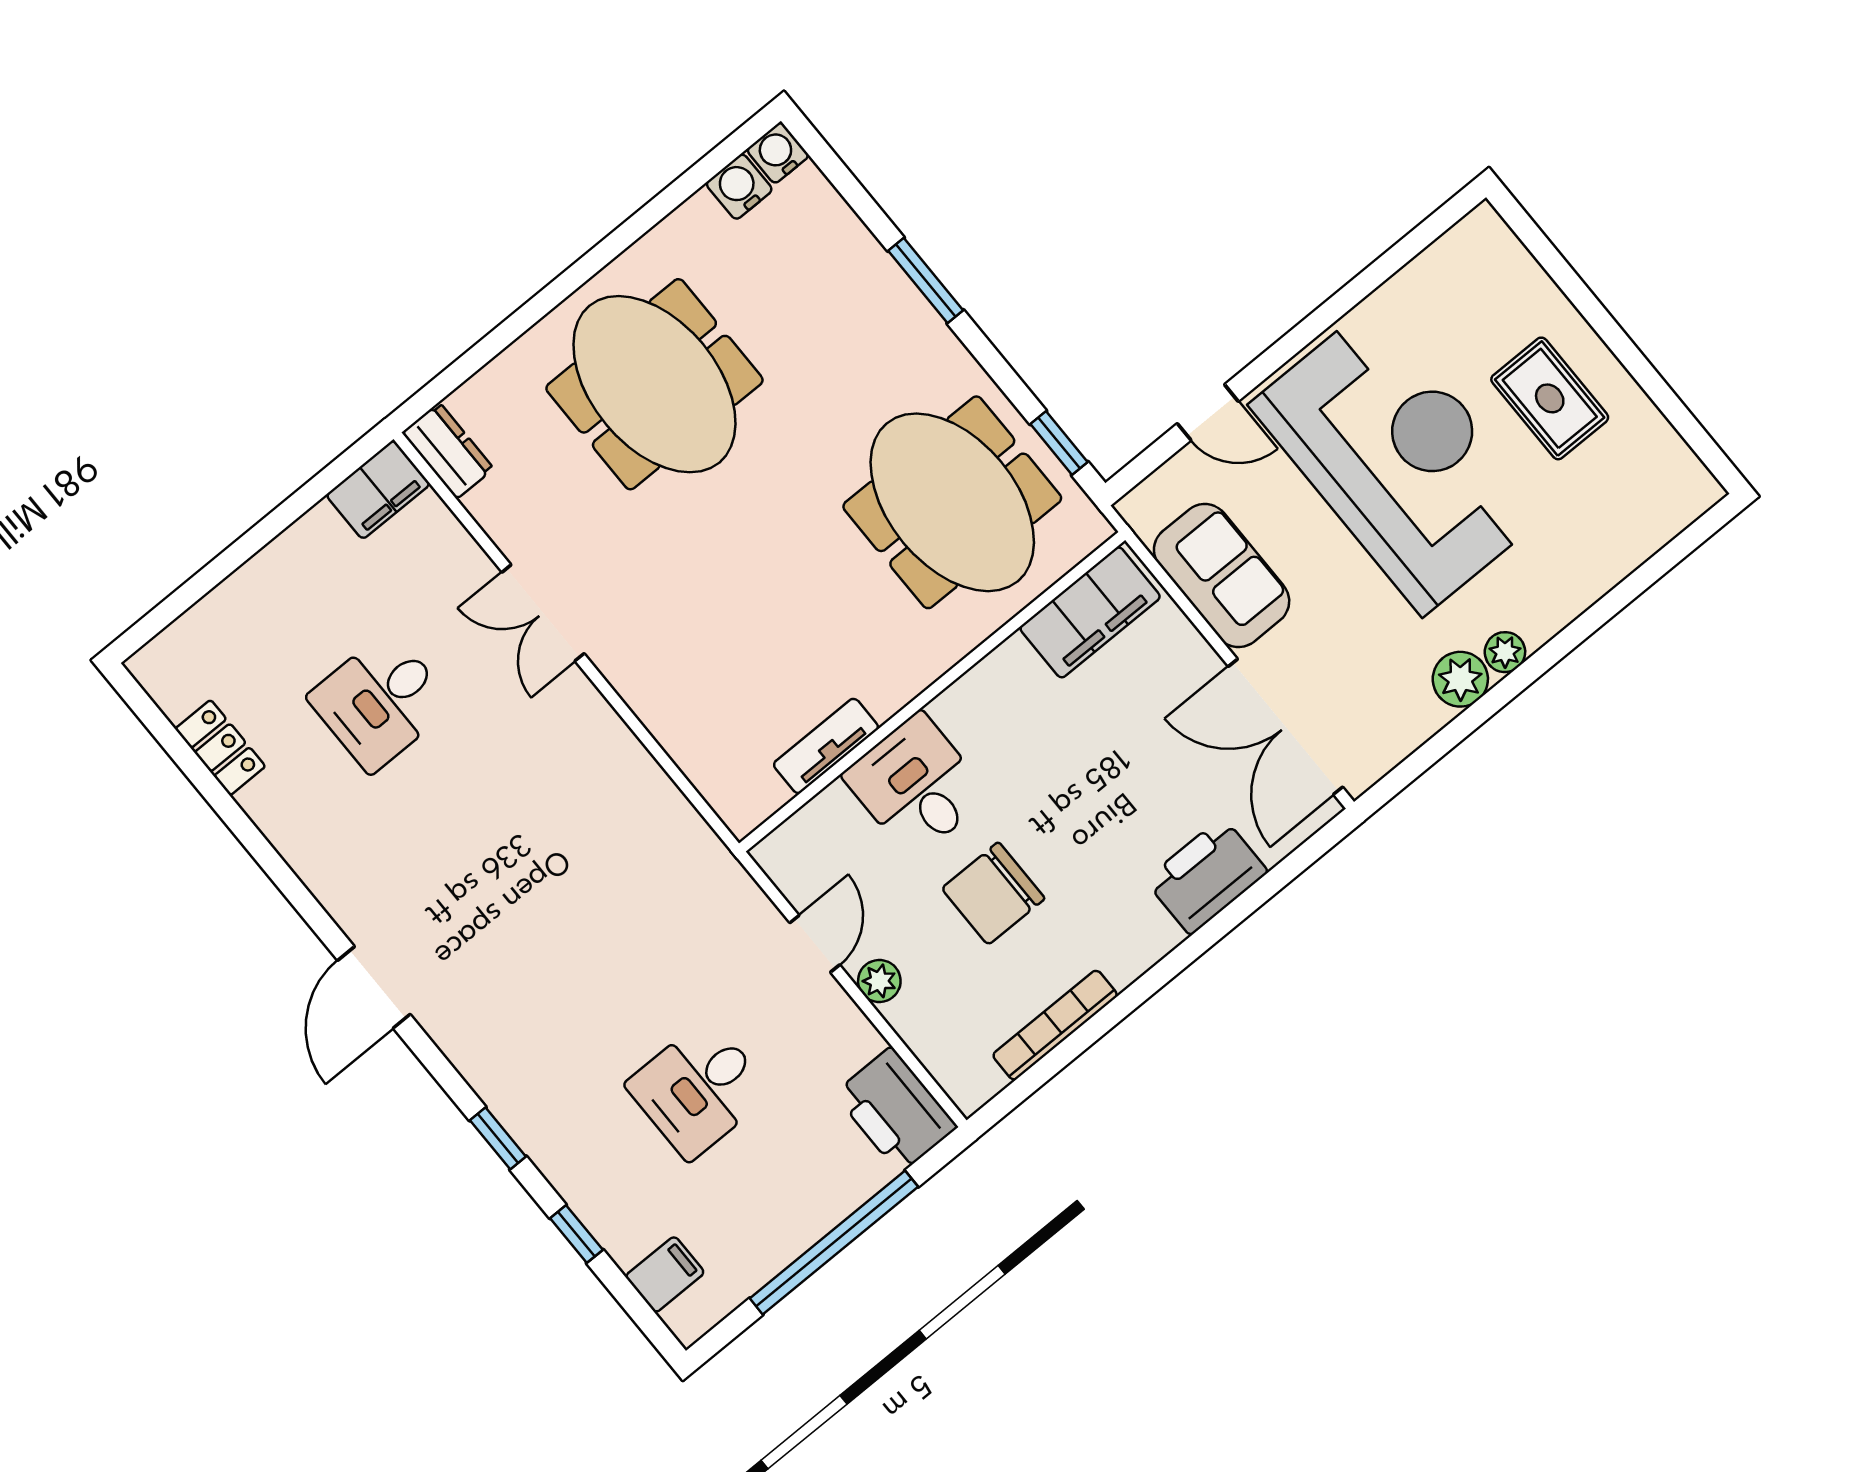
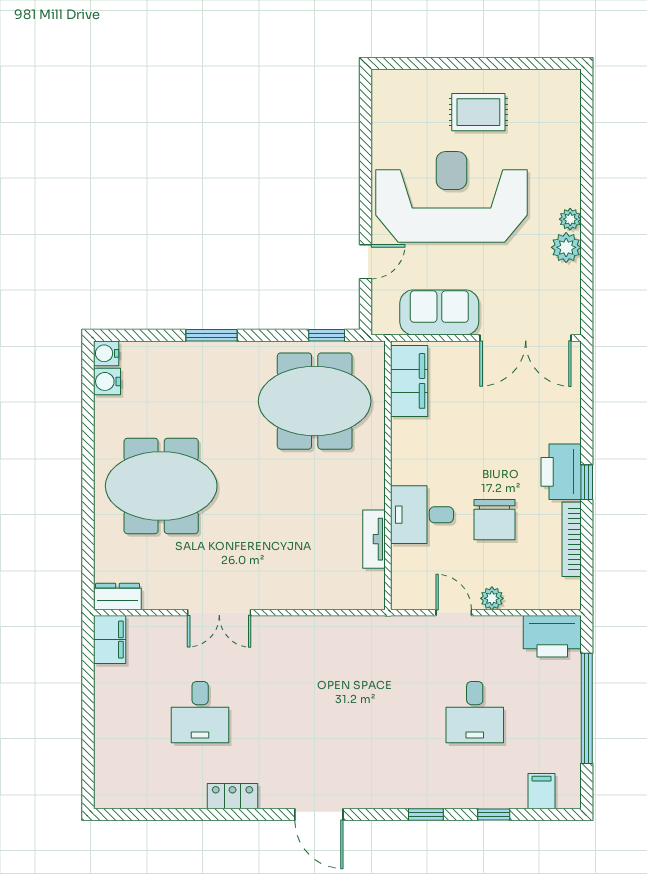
locker: (220, 748) -> (232, 796), moved
printer: (1206, 876) -> (561, 472), moved
window: (1153, 980) -> (587, 482), added

